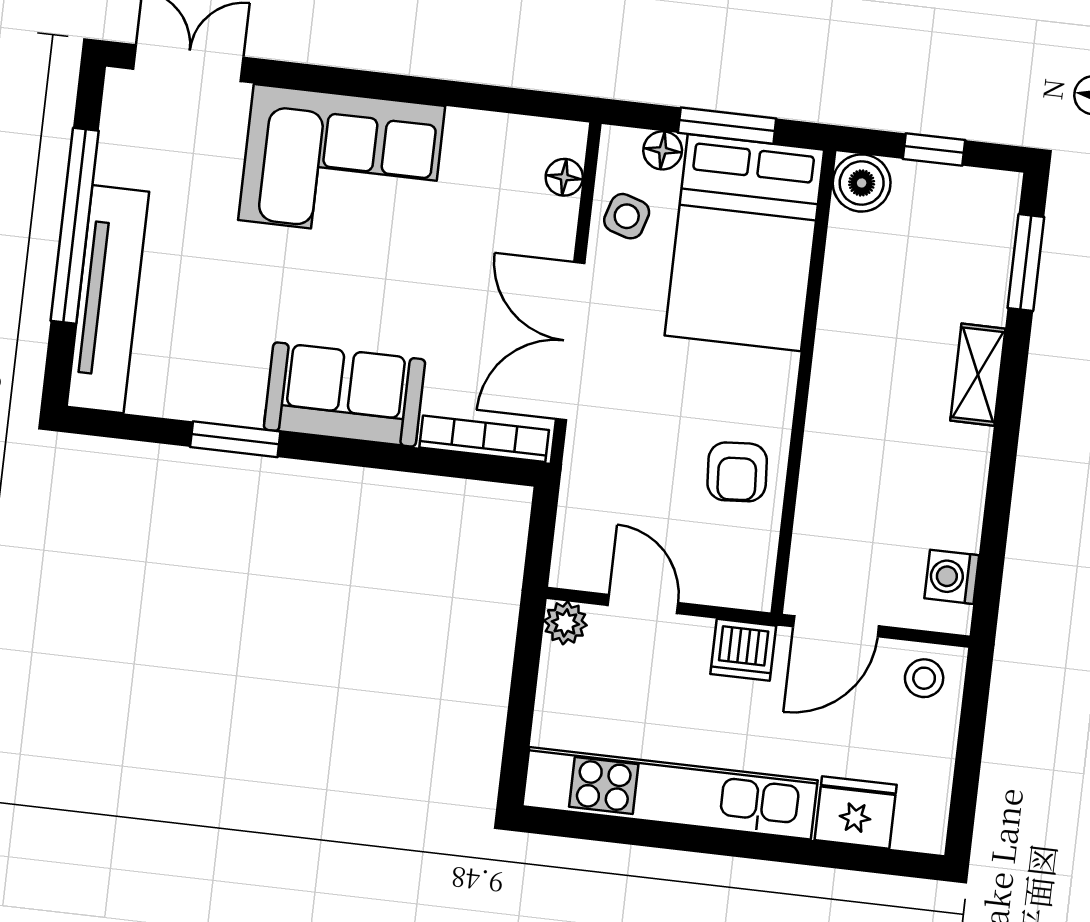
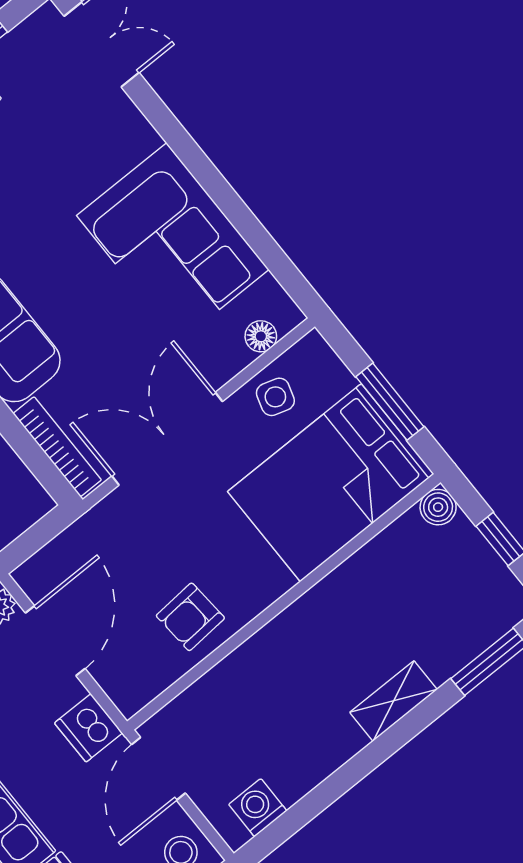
floor lamp: (663, 150) -> (336, 378), removed
corner sofa: (342, 163) -> (173, 243), moved
boiler: (862, 183) -> (438, 507), width x0.73, depth x0.73
door: (643, 604) -> (55, 641), width x1.38
door: (836, 626) -> (158, 769), hinge flipped

